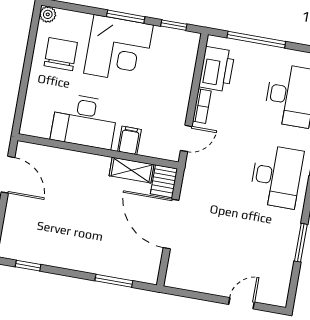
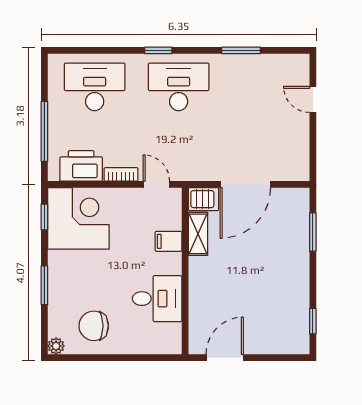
window: (126, 17) -> (44, 285), moved
corner desk: (118, 49) -> (78, 218), moved
desk: (84, 121) -> (157, 299), width x0.73

